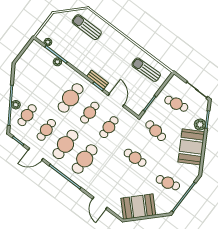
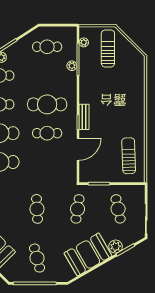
sun lounger: (87, 27) -> (108, 48), moved
cafe table: (109, 127) -> (47, 47), moved

